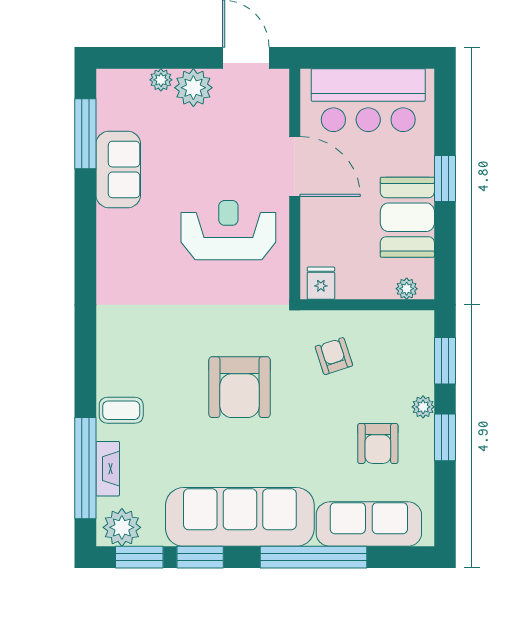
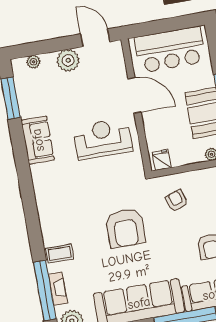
plant: (161, 80) -> (34, 62), moved
sofa: (118, 169) -> (38, 140), moved

